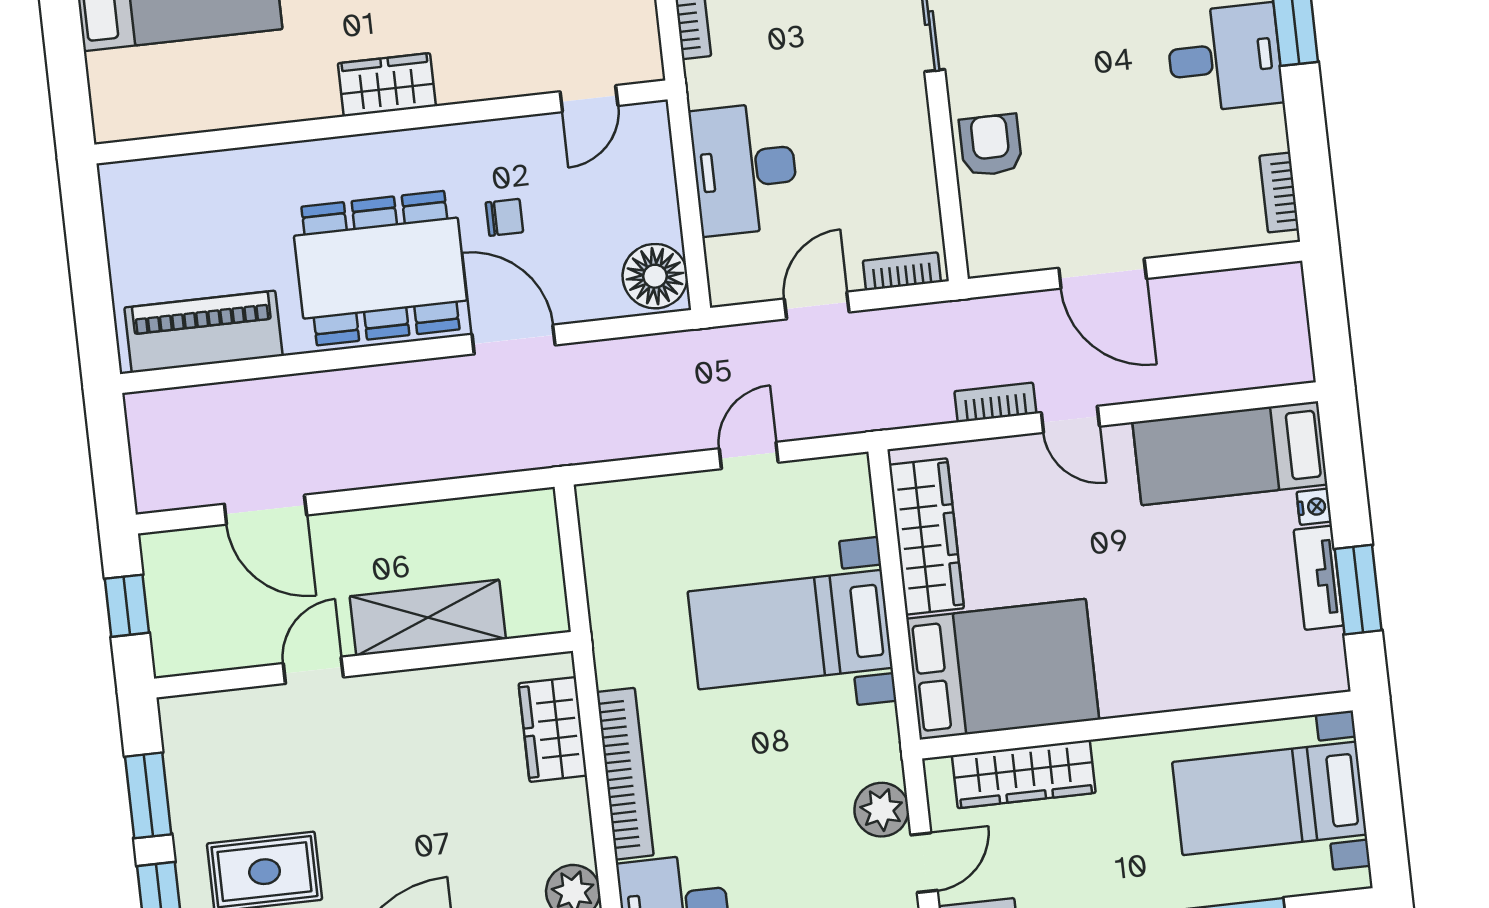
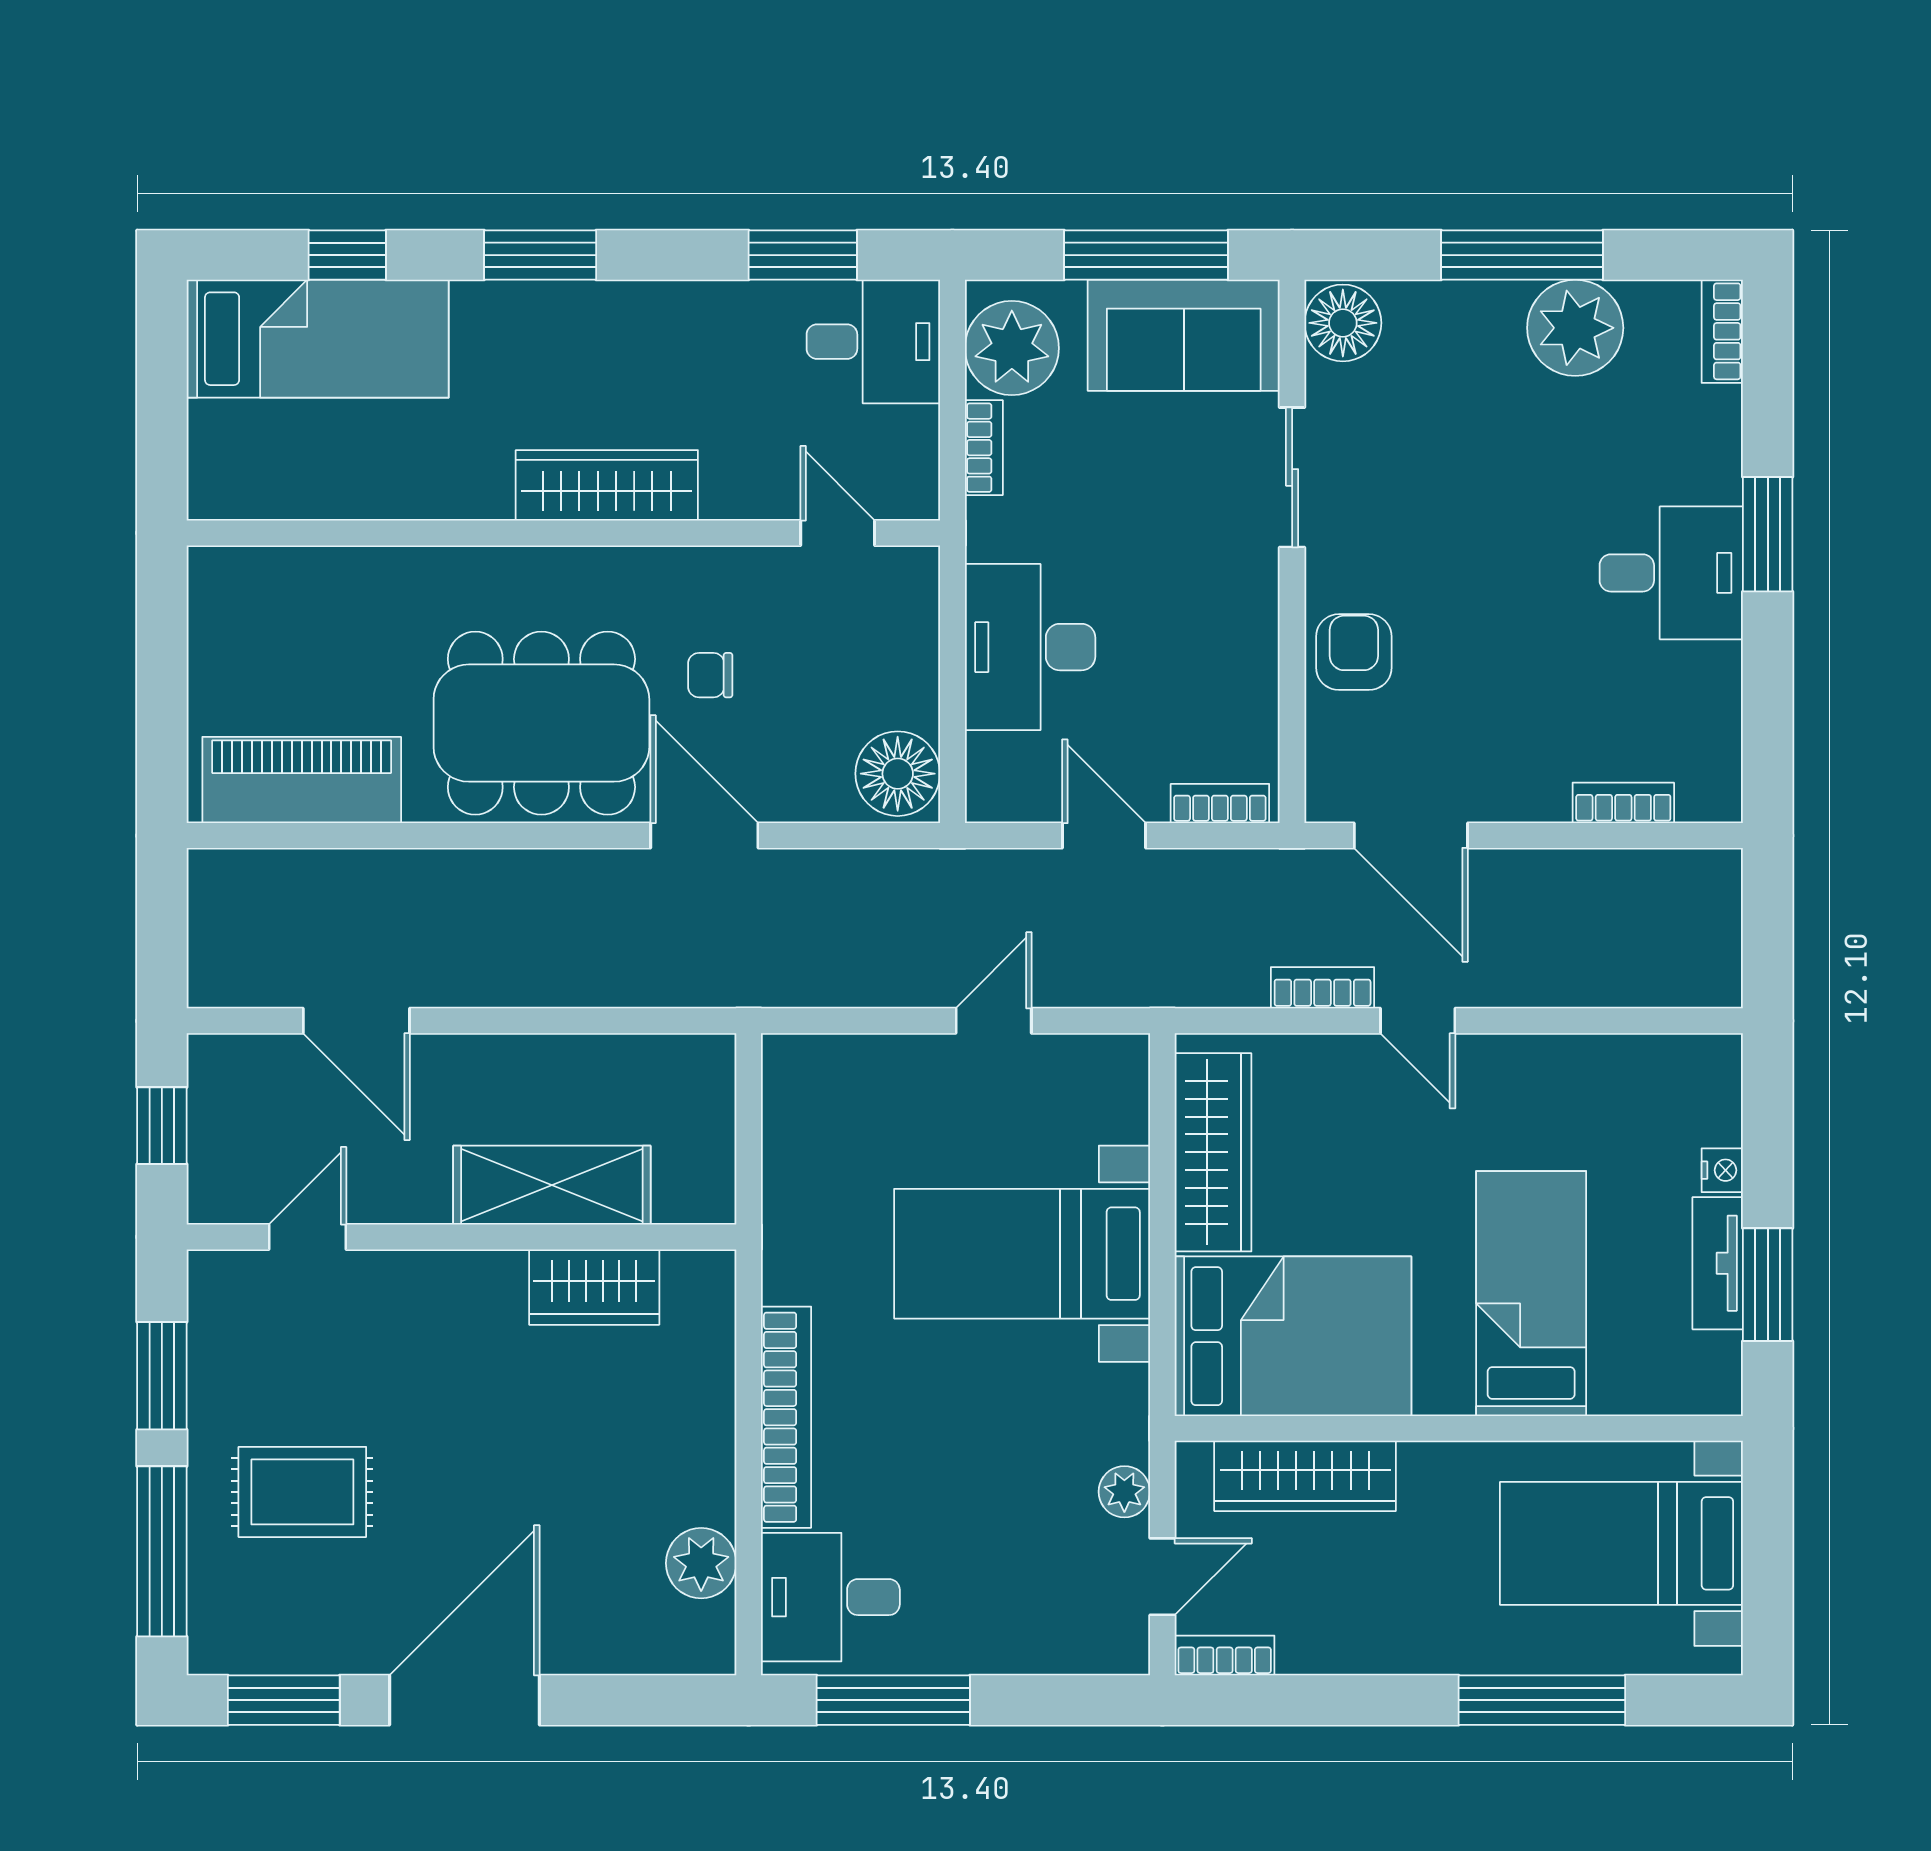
wardrobe: (387, 85) -> (607, 485), width x1.50
door: (589, 99) -> (838, 533), swing flipped
bookcase: (1279, 192) -> (1623, 803), moved, turned 90
chair: (504, 217) -> (710, 675), turned 180
door: (1103, 273) -> (1411, 836), moved
door: (817, 306) -> (1104, 836), hinge flipped
bed: (1230, 453) -> (1531, 1294), moved, turned 90
door: (313, 670) -> (308, 1237), moved
wardrobe: (553, 729) -> (594, 1287), moved, turned -90
plant: (881, 810) -> (1124, 1492), width x0.73, depth x0.73

